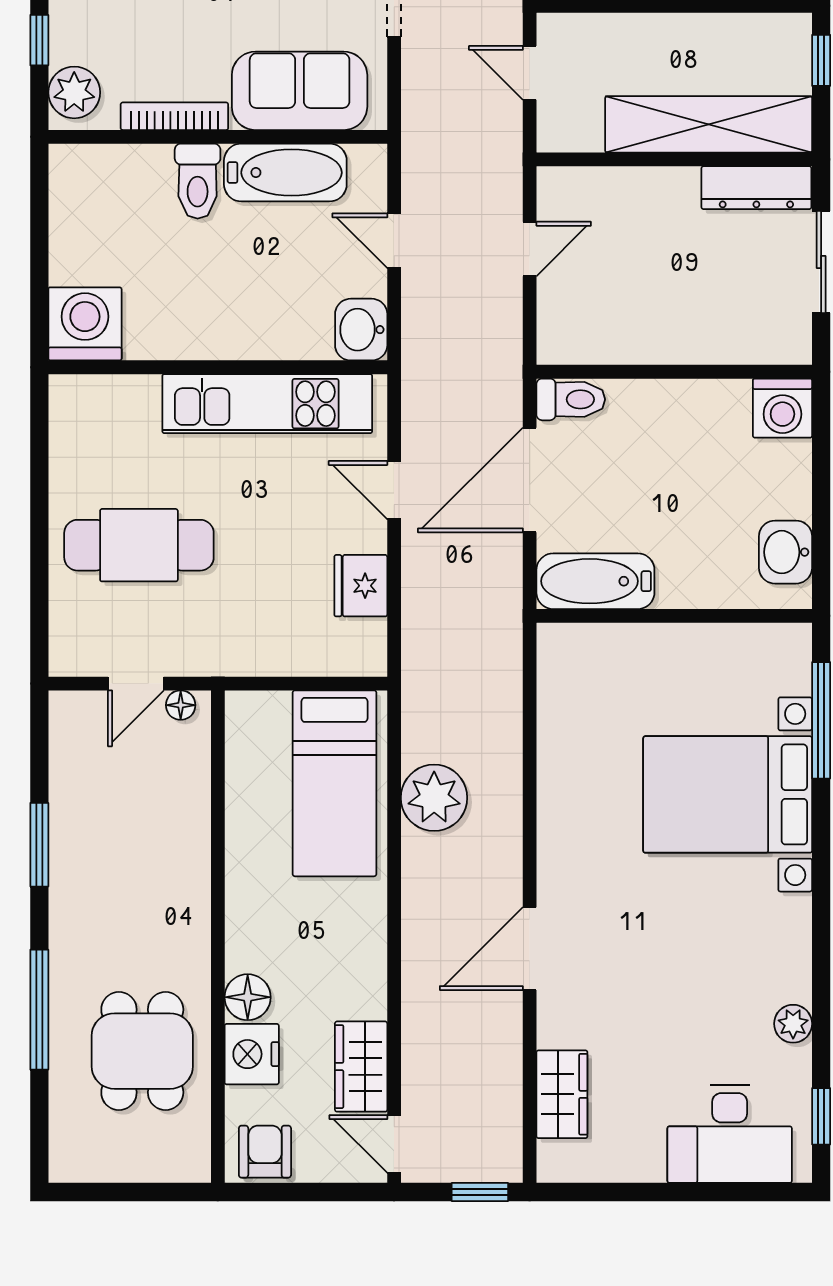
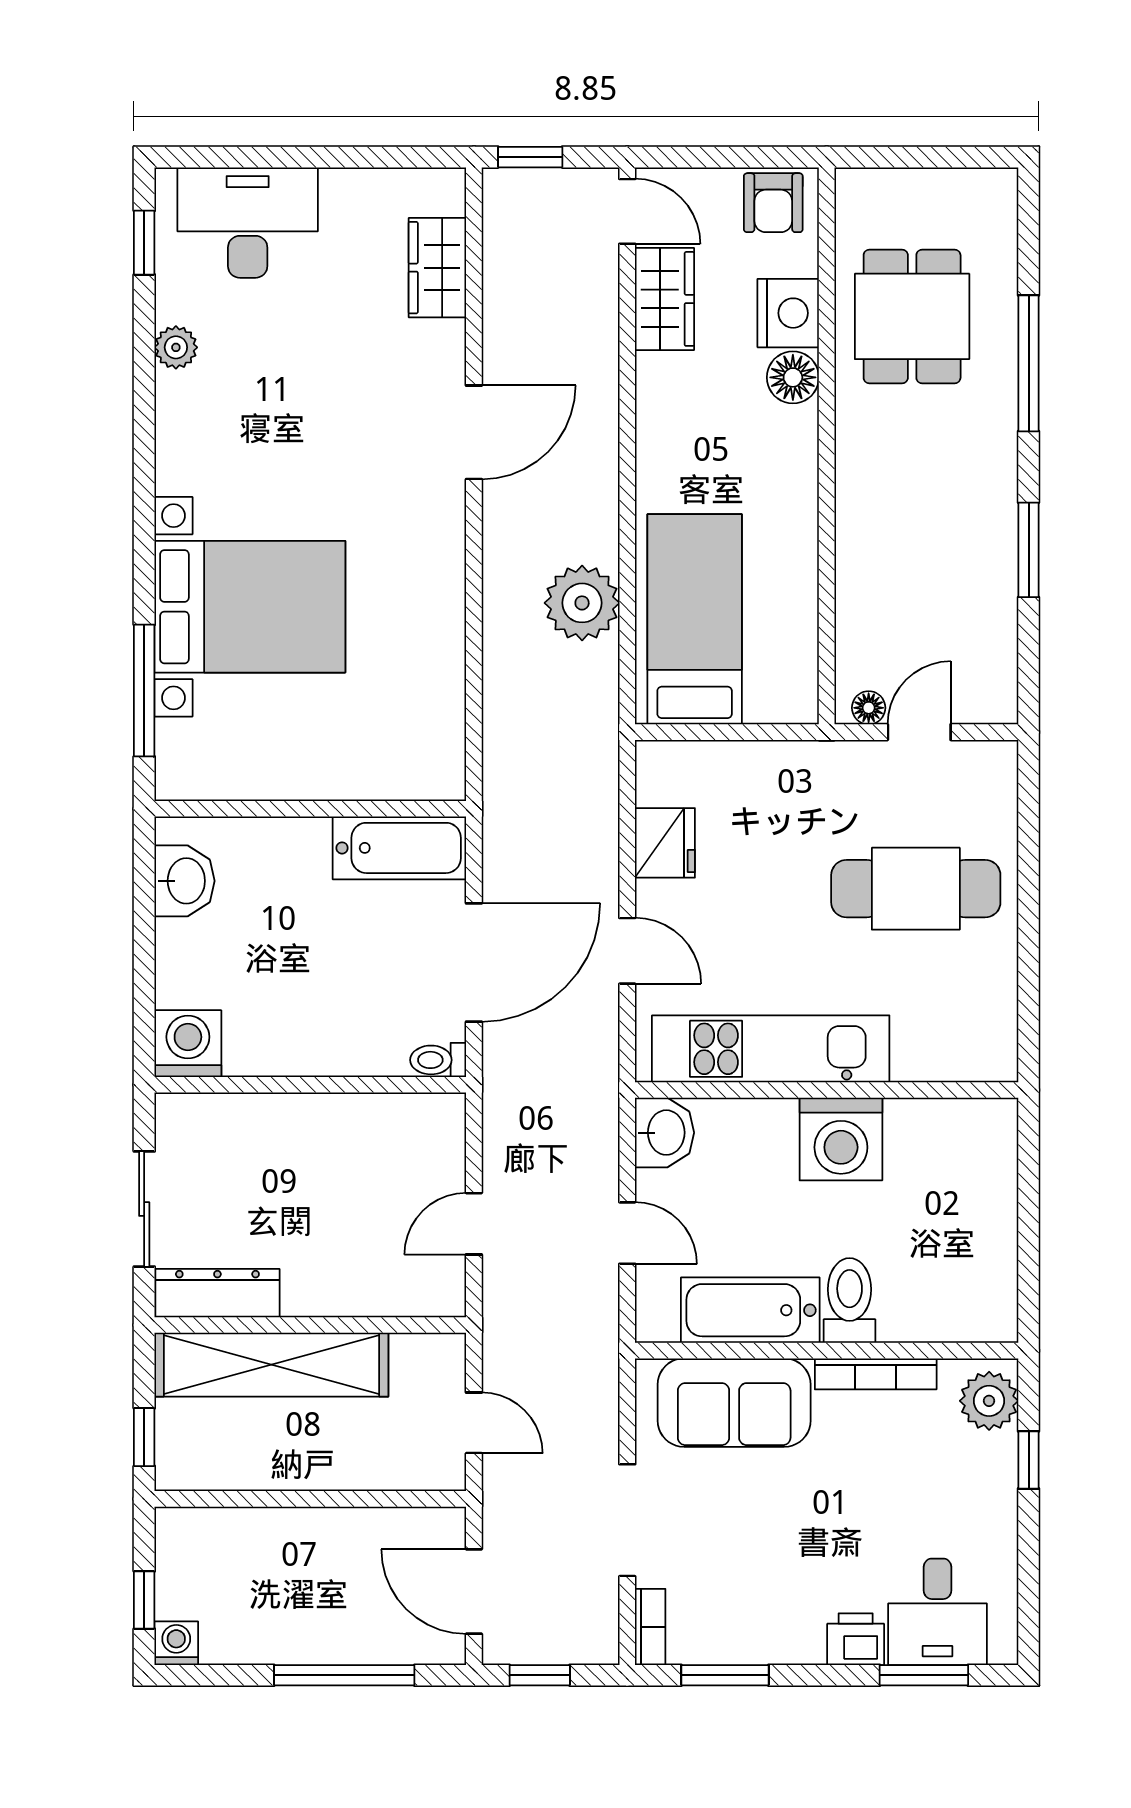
washing machine: (85, 324) -> (841, 1139), moved
toilet: (571, 399) -> (438, 1060), width x0.73, depth x0.72

